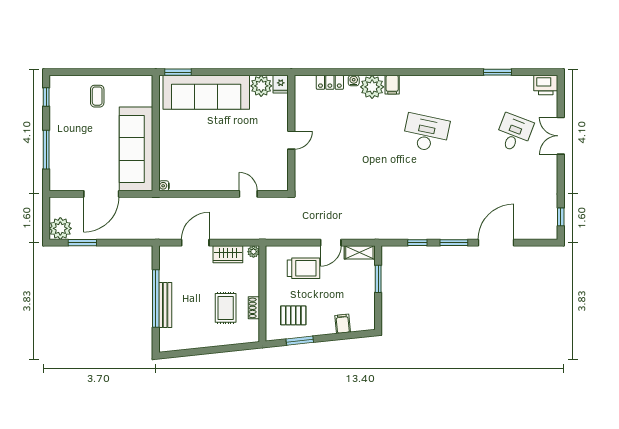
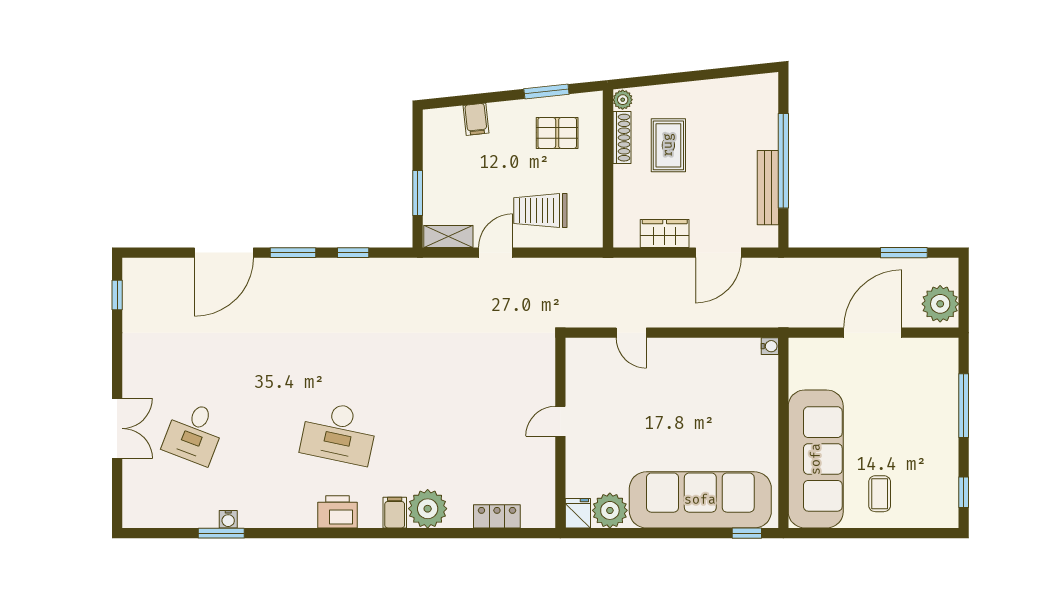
window: (178, 72) -> (747, 533), width x0.67
water cooler: (354, 81) -> (228, 519), moved
printer: (546, 85) -> (338, 512), moved
sofa: (136, 149) -> (816, 459), moved
plant: (60, 228) -> (940, 304), moved
plant: (253, 252) -> (623, 100), moved
bench: (165, 305) -> (768, 188), moved
shoe rack: (254, 308) -> (622, 138), width x1.43

